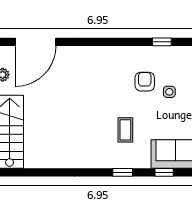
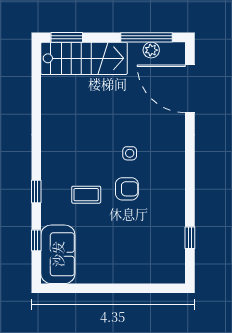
armchair: (145, 82) -> (127, 189), moved
side table: (169, 92) -> (130, 153), moved

